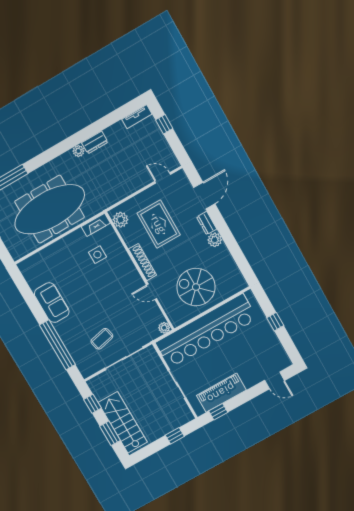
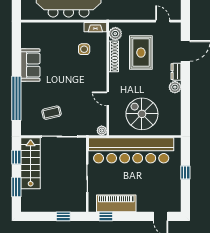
shoe rack: (143, 262) -> (114, 56), moved
stairs: (123, 422) -> (31, 163), moved

